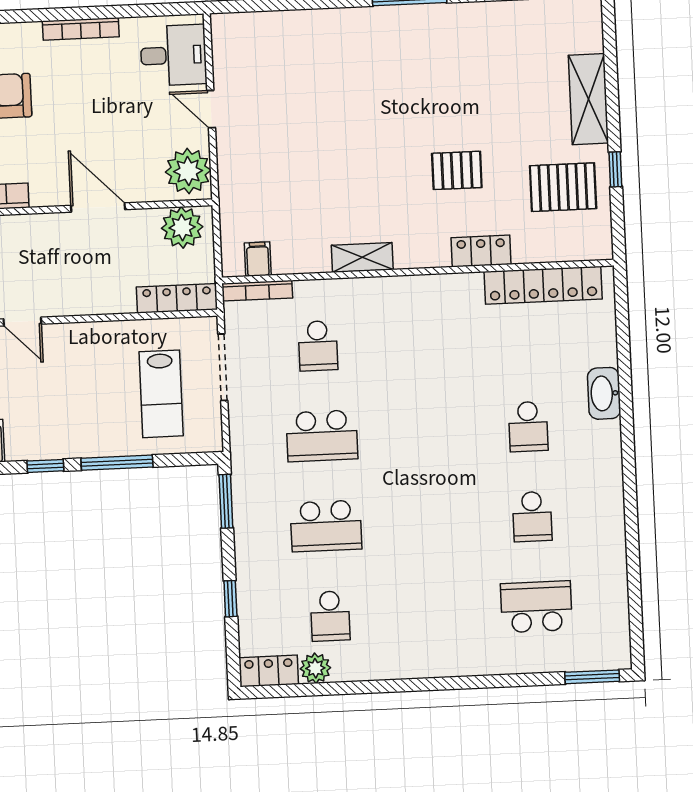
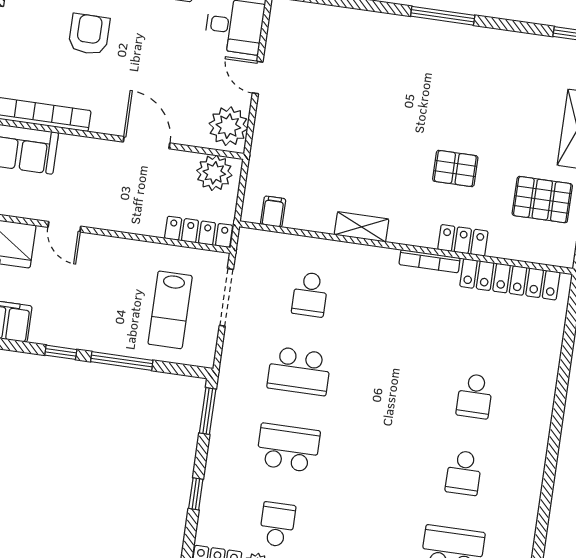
bookcase: (257, 291) -> (430, 261), moved
washbasin: (604, 393) -> (544, 380), removed
school desk: (326, 526) -> (288, 448), turned 180
school desk: (330, 616) -> (277, 524), turned 180

